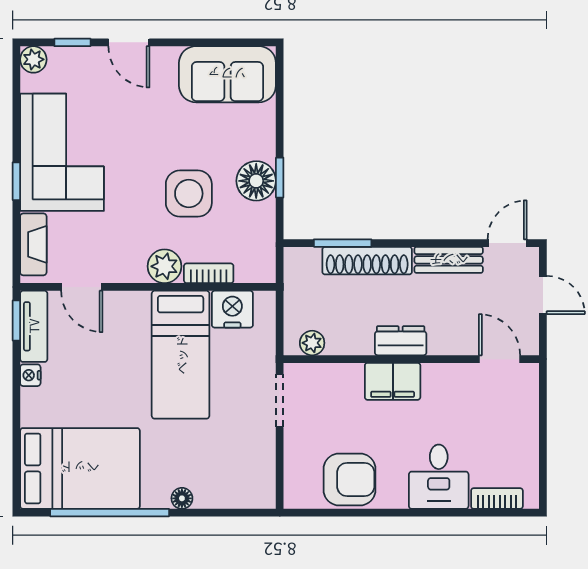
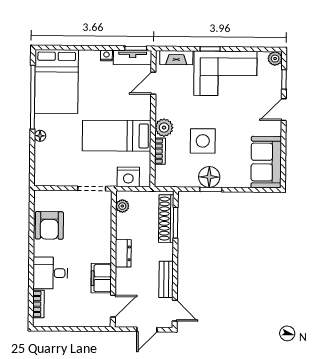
shoe rack: (367, 261) -> (166, 219), moved
nightstand: (232, 309) -> (128, 177), moved, turned 90
filing cabinet: (393, 381) -> (101, 278), moved

